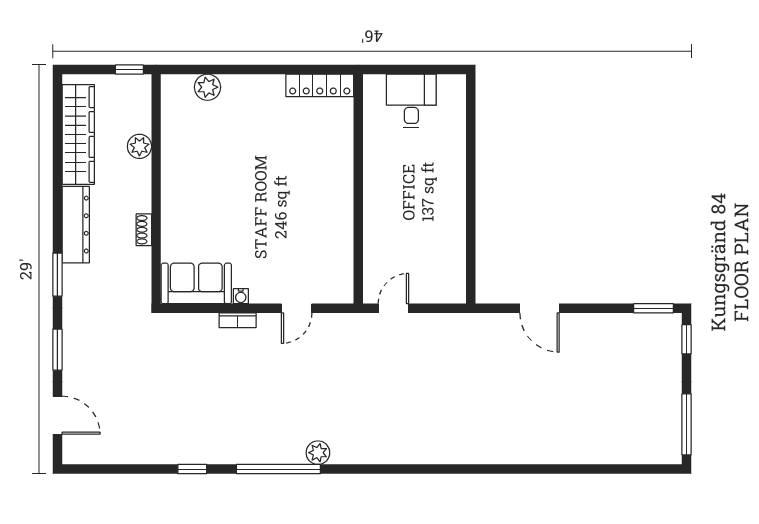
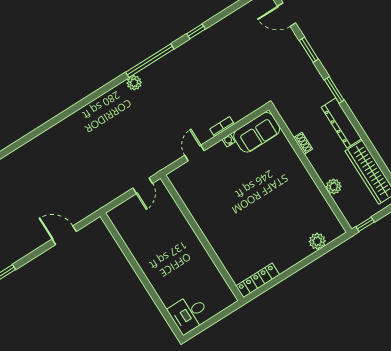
desk: (411, 101) -> (189, 314), moved, turned 90

